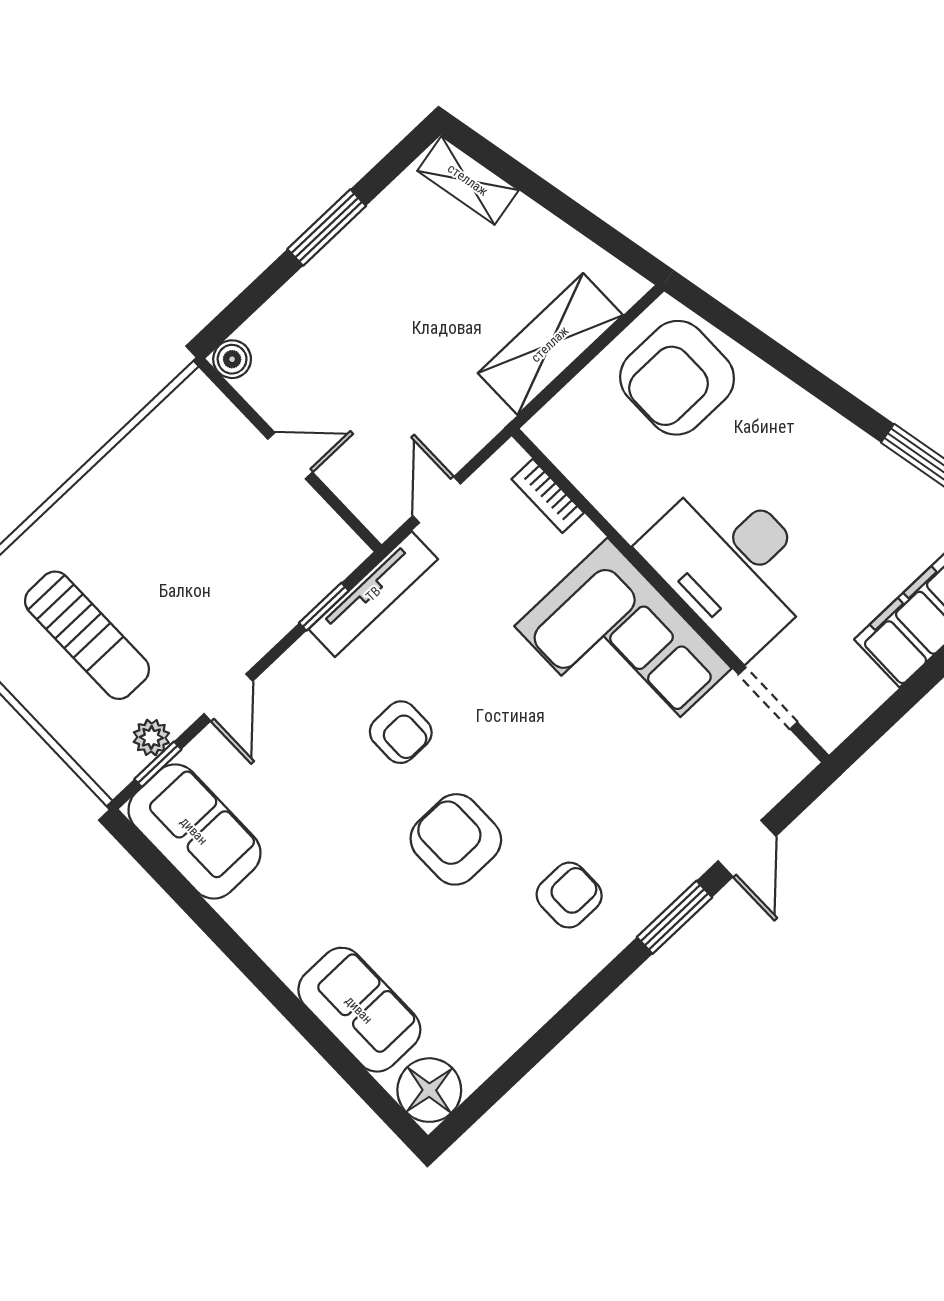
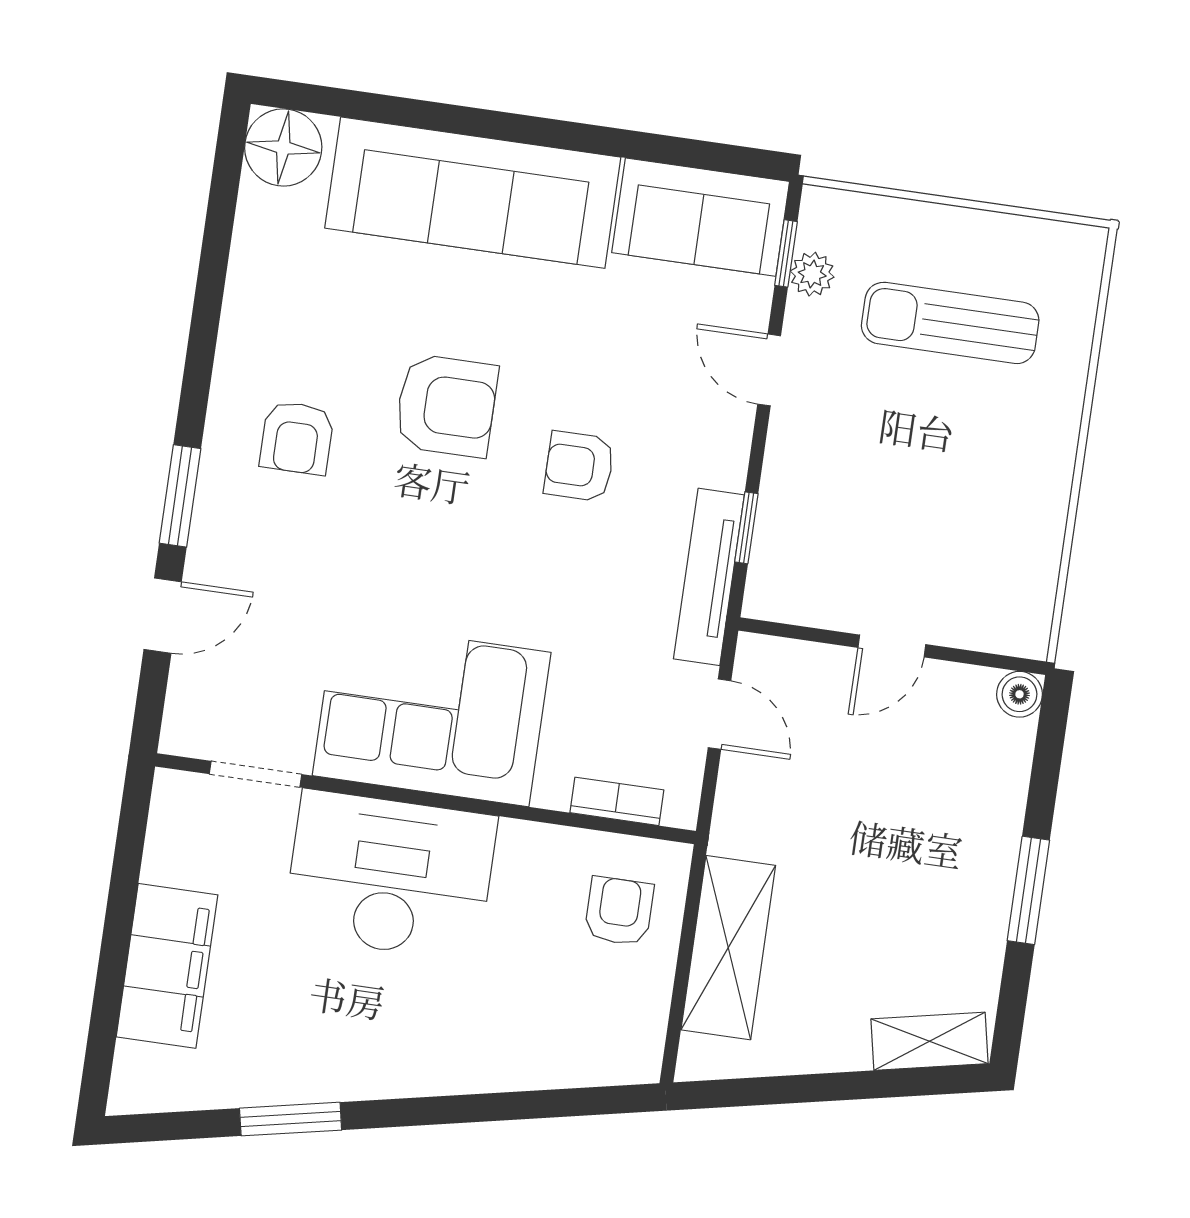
armchair: (677, 378) -> (619, 911), moved, width x0.53, depth x0.53
door: (747, 848) -> (163, 616), swing flipped
sofa: (359, 1010) -> (473, 193), width x1.85, depth x1.27

